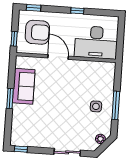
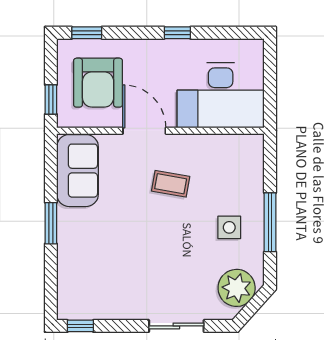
armchair: (37, 32) -> (98, 83), turned 90
coffee table: (69, 83) -> (171, 184), added
sofa: (24, 86) -> (78, 171), moved
plant: (100, 139) -> (237, 288), width x1.87, depth x1.87

